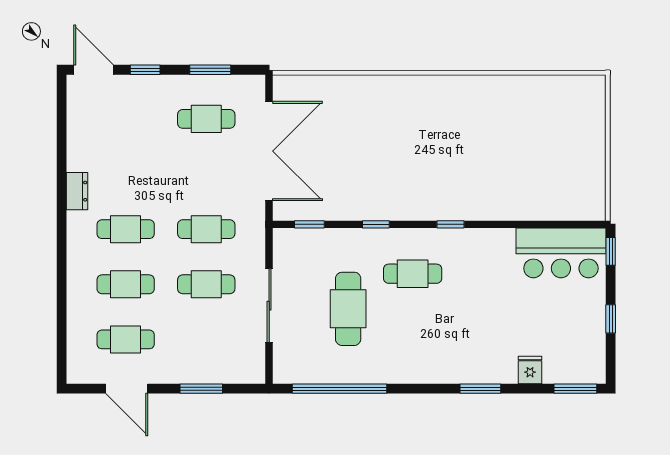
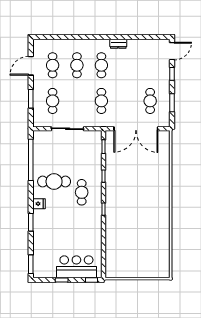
bar counter: (561, 253) -> (76, 267), moved, turned 90
cafe table: (206, 284) -> (53, 101), moved
cafe table: (348, 309) -> (54, 181), moved
fridge: (530, 370) -> (39, 204), moved

